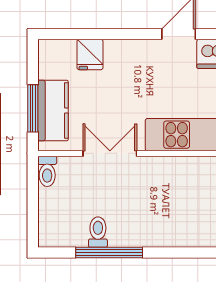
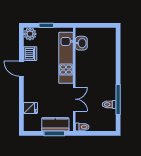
double door: (110, 153) -> (74, 99), swing flipped

